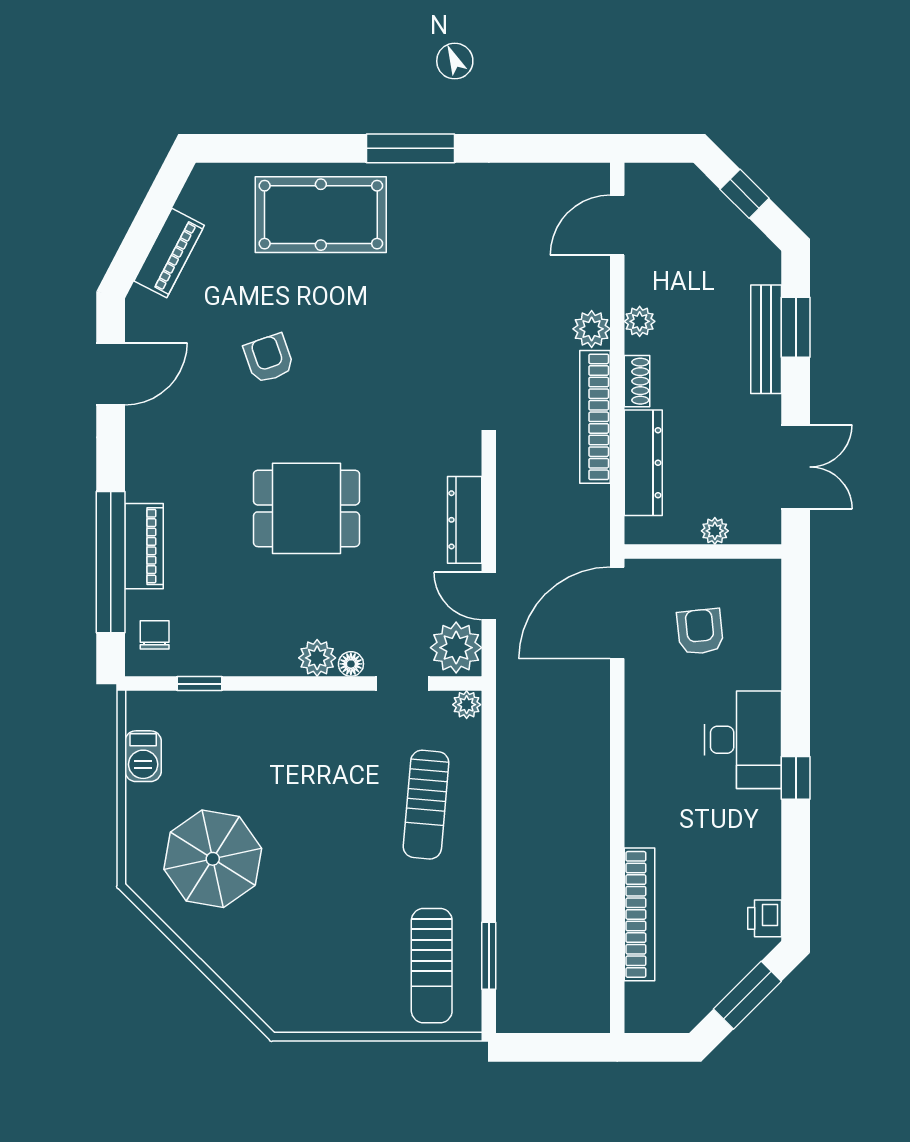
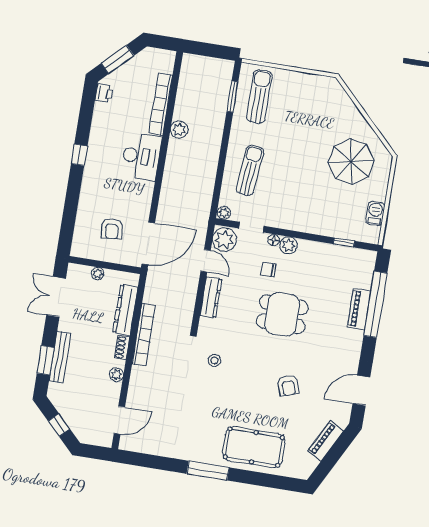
plant: (592, 329) -> (179, 130), moved
stool: (435, 386) -> (214, 360), added
chair: (155, 635) -> (268, 269), moved, turned 90
desk: (743, 740) -> (141, 156), moved, turned 180

